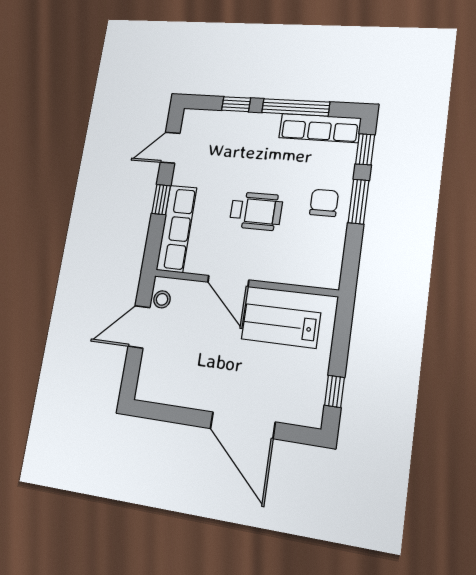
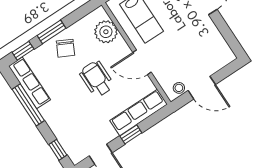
window: (236, 104) -> (58, 150), moved
chair: (324, 203) -> (66, 48), turned -63
plant: (302, 268) -> (106, 32), added
door: (228, 281) -> (142, 62), swing flipped

